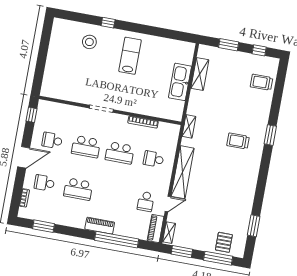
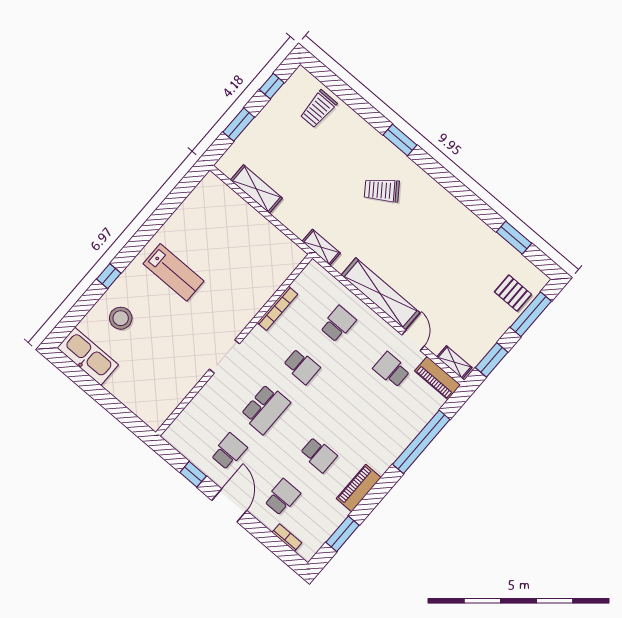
lab bench: (130, 56) -> (173, 272), turned 180
kitchen sink: (180, 82) -> (88, 356), moved, turned 180
window: (31, 115) -> (193, 474), moved
school desk: (52, 140) -> (229, 451), turned 180
trolley: (238, 141) -> (382, 190), turned 54
school desk: (120, 153) -> (302, 366), width x0.54
school desk: (154, 159) -> (338, 324), turned 180
school desk: (44, 183) -> (282, 497), turned 180
school desk: (78, 189) -> (319, 455), width x0.54
school desk: (146, 202) -> (391, 370), turned 180
piano: (100, 226) -> (359, 488), moved

